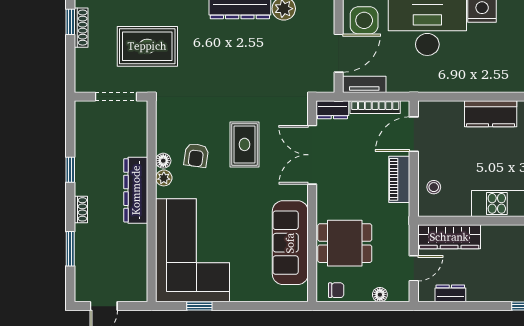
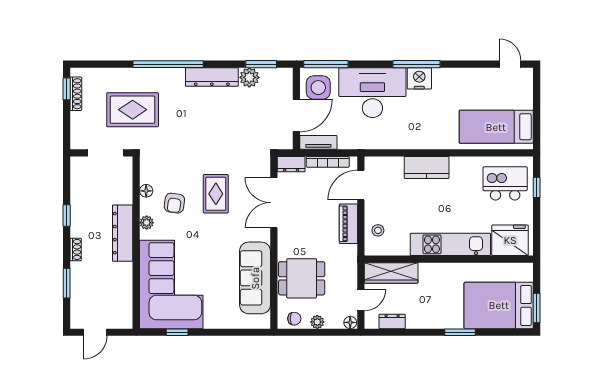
floor lamp: (163, 161) -> (146, 191), moved
plant: (363, 294) -> (317, 322), added
floor lamp: (380, 295) -> (350, 322), moved

